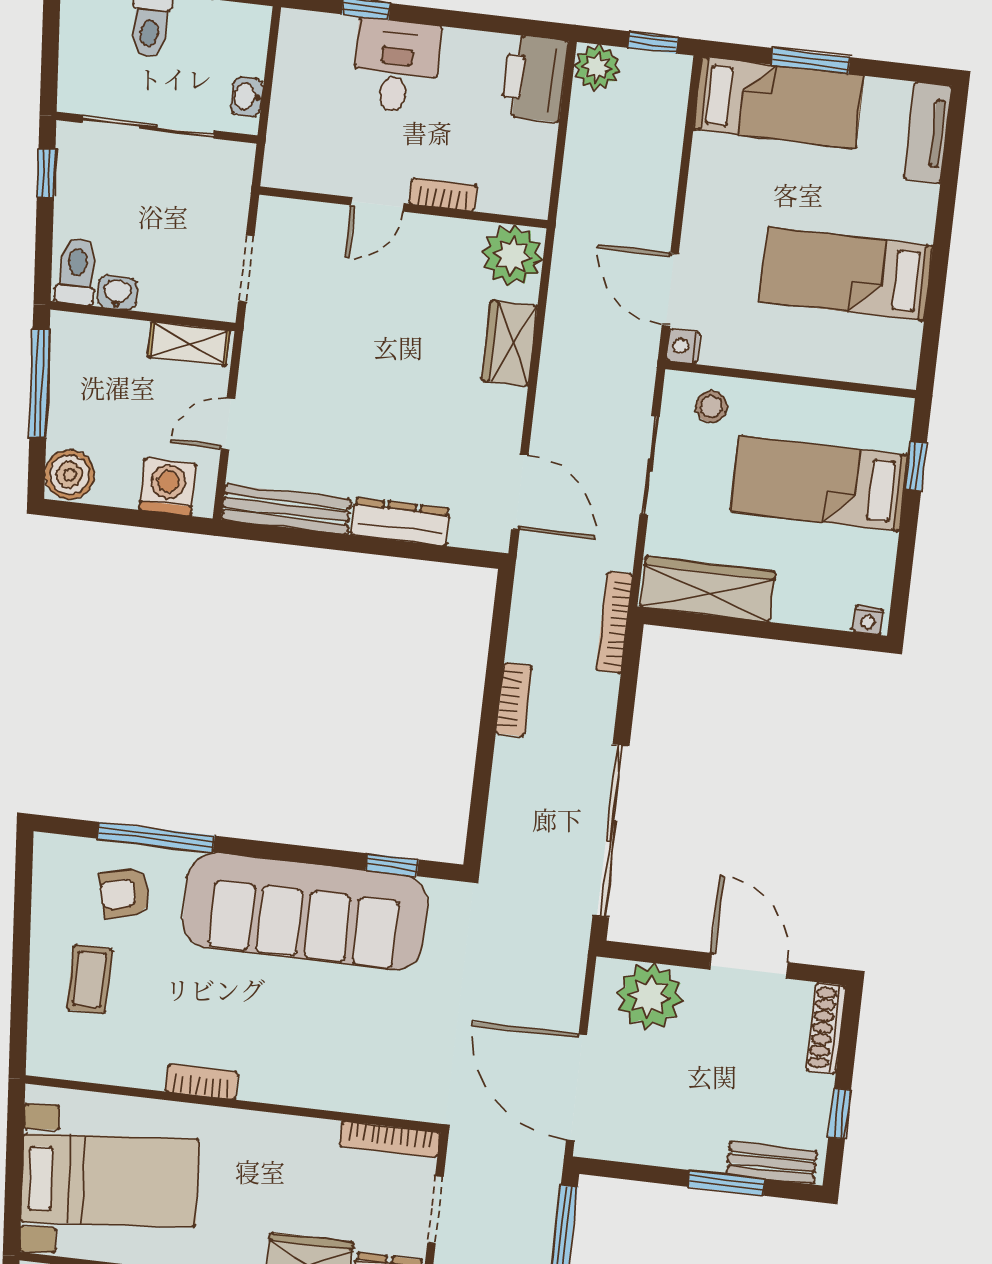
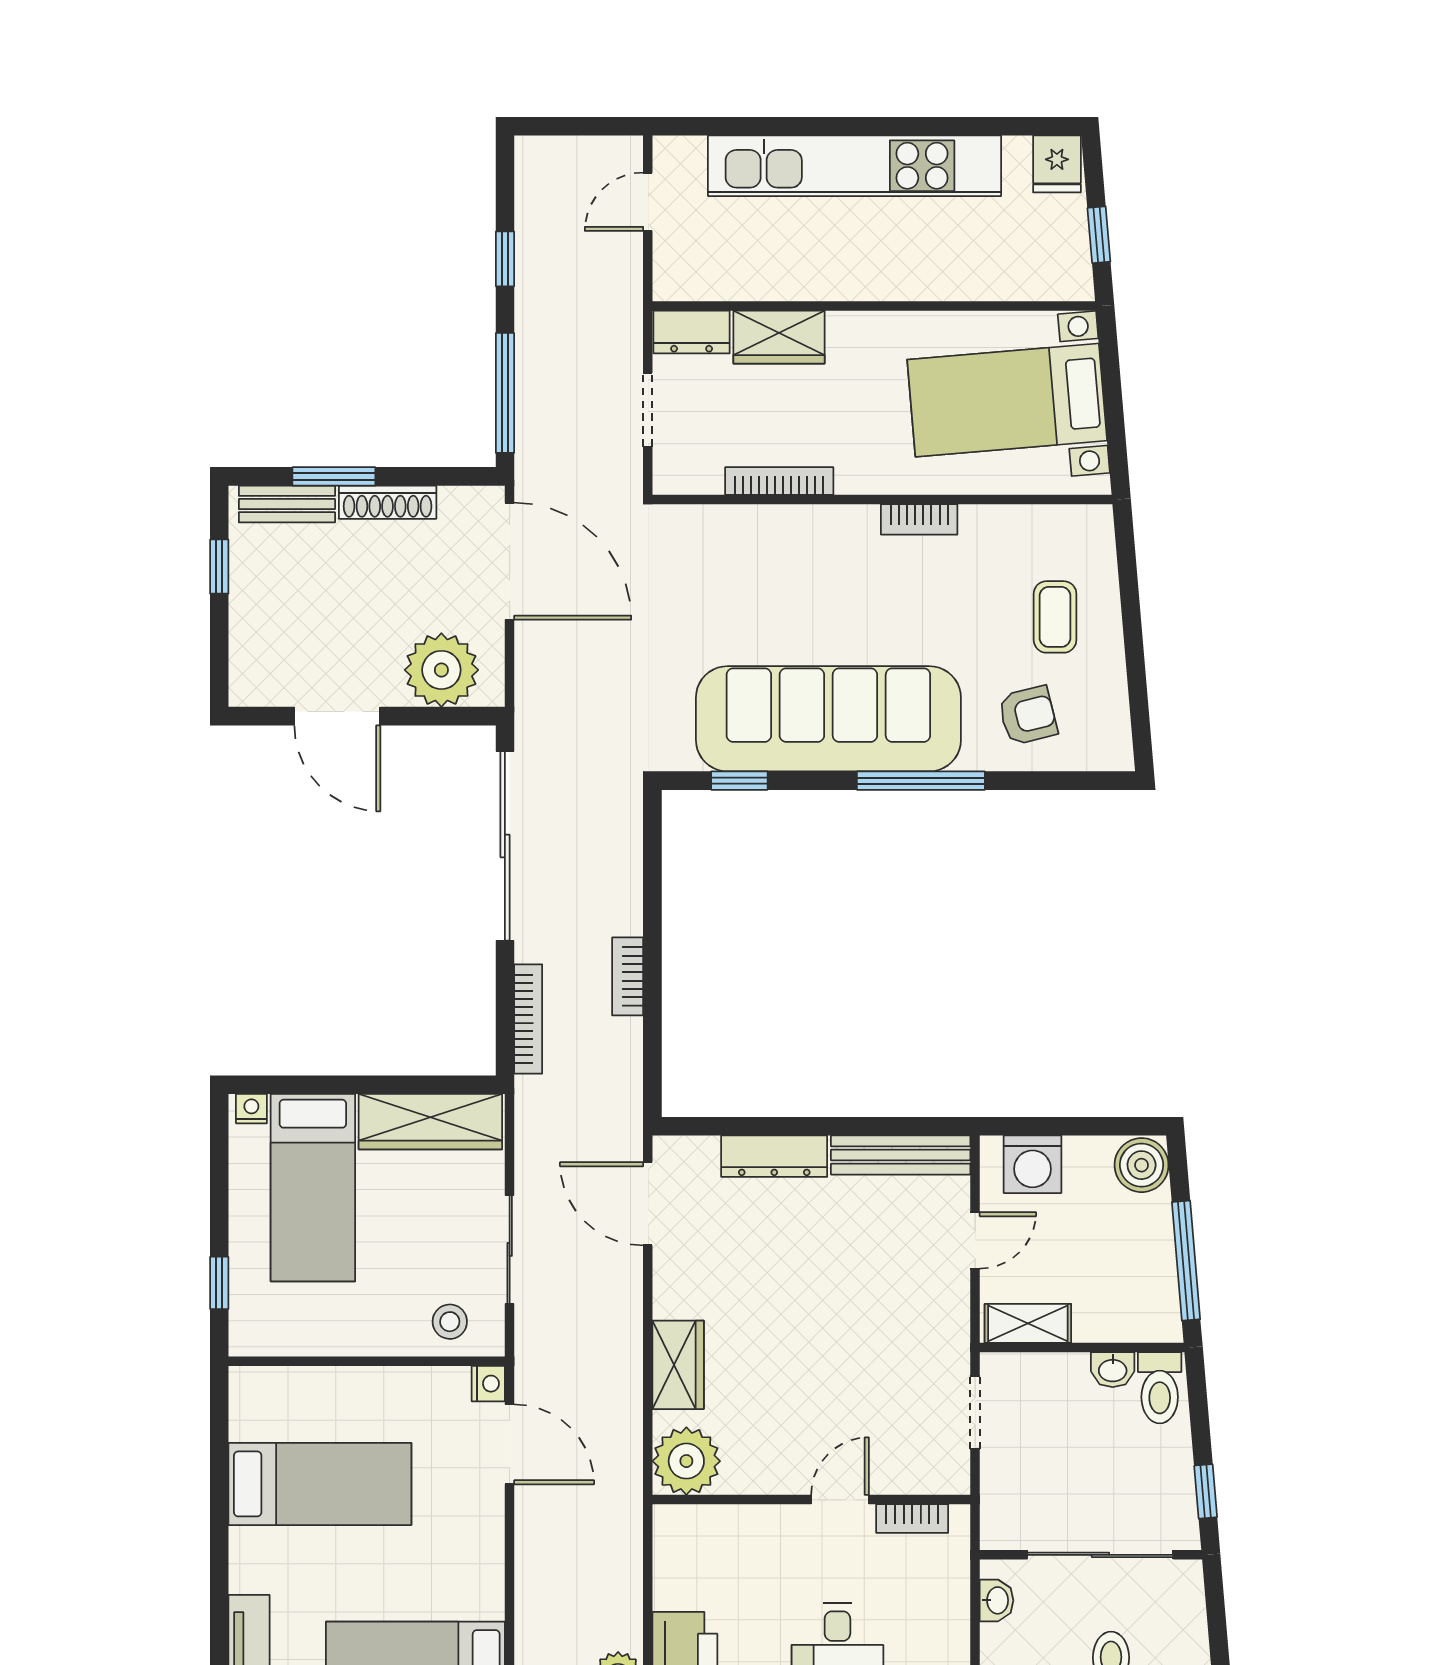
bookcase: (443, 195) -> (912, 1519), moved
bed: (819, 483) -> (313, 1188), moved, turned 90
bookcase: (614, 622) -> (528, 1019), moved
window: (156, 837) -> (921, 781), moved
shoe rack: (826, 1028) -> (388, 502), moved, turned 90
bookcase: (390, 1139) -> (779, 481), moved

